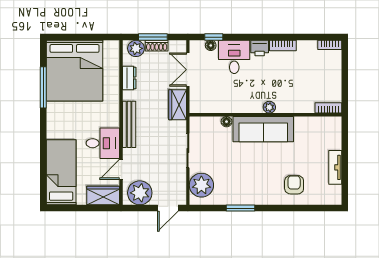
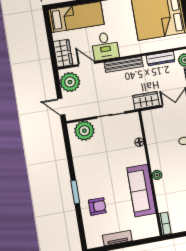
dresser: (129, 78) -> (161, 59), width x1.44
sofa: (263, 129) -> (141, 191), moved
window: (240, 208) -> (75, 192), moved

